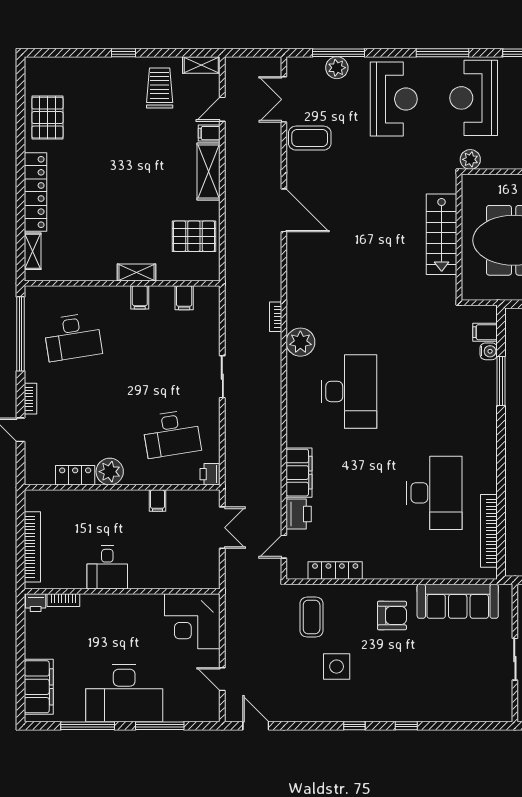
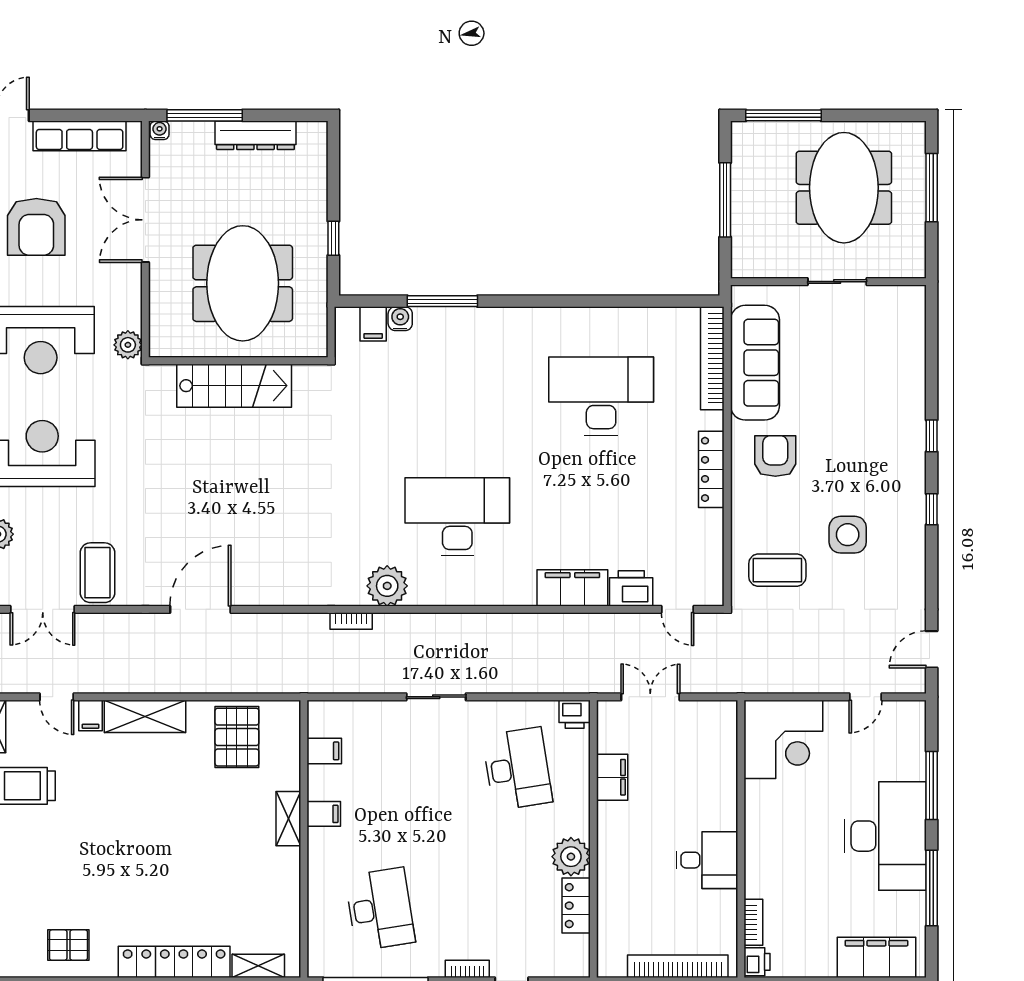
pallet: (47, 118) -> (68, 945), width x0.67, depth x0.71
filing cabinet: (157, 501) -> (612, 777), width x2.00
bookcase: (489, 531) -> (712, 358), moved, turned 90
locker: (335, 570) -> (711, 469), moved

